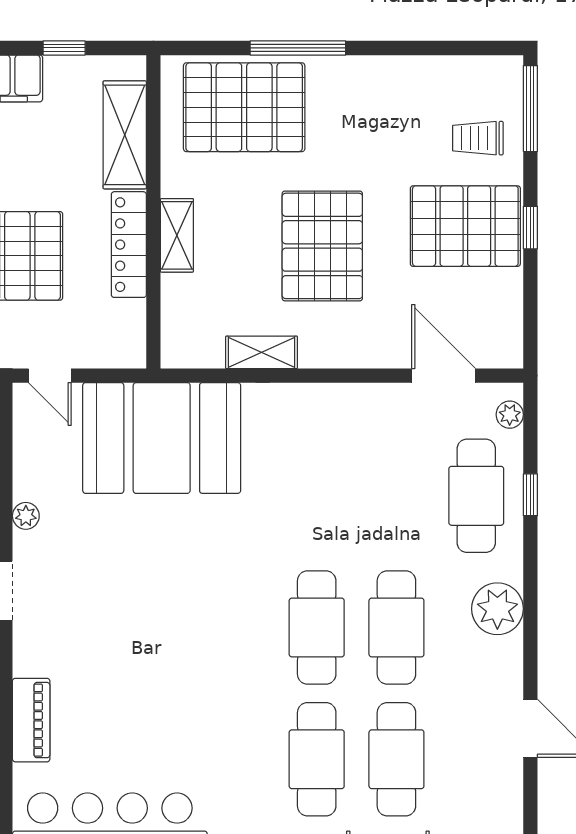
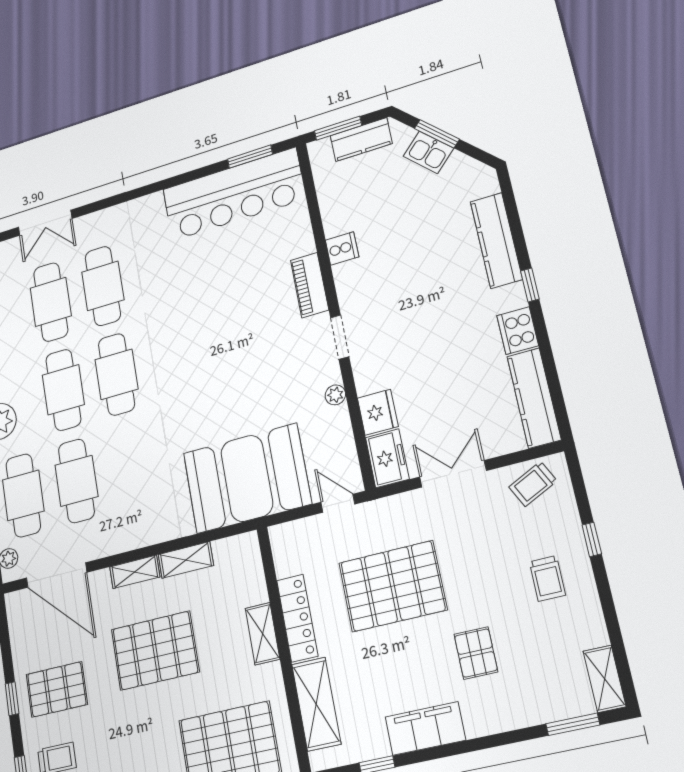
pallet: (465, 226) -> (57, 689), width x0.73, depth x0.71
pallet: (322, 246) -> (155, 651), turned 90
shelving: (334, 354) -> (135, 572), added
door: (444, 376) -> (56, 575), width x1.36
cafe table: (396, 496) -> (76, 481), added
piano: (31, 720) -> (310, 285), moved

